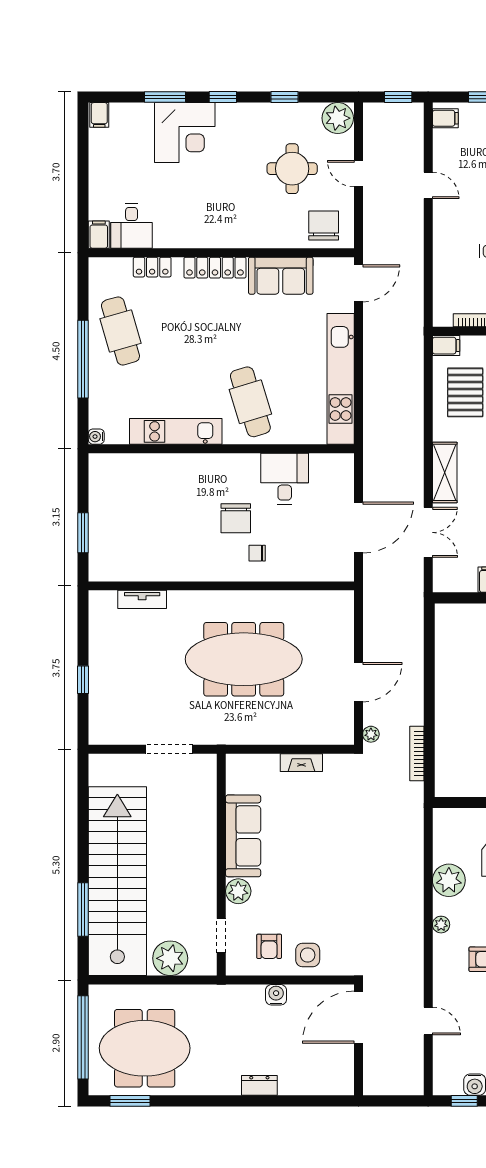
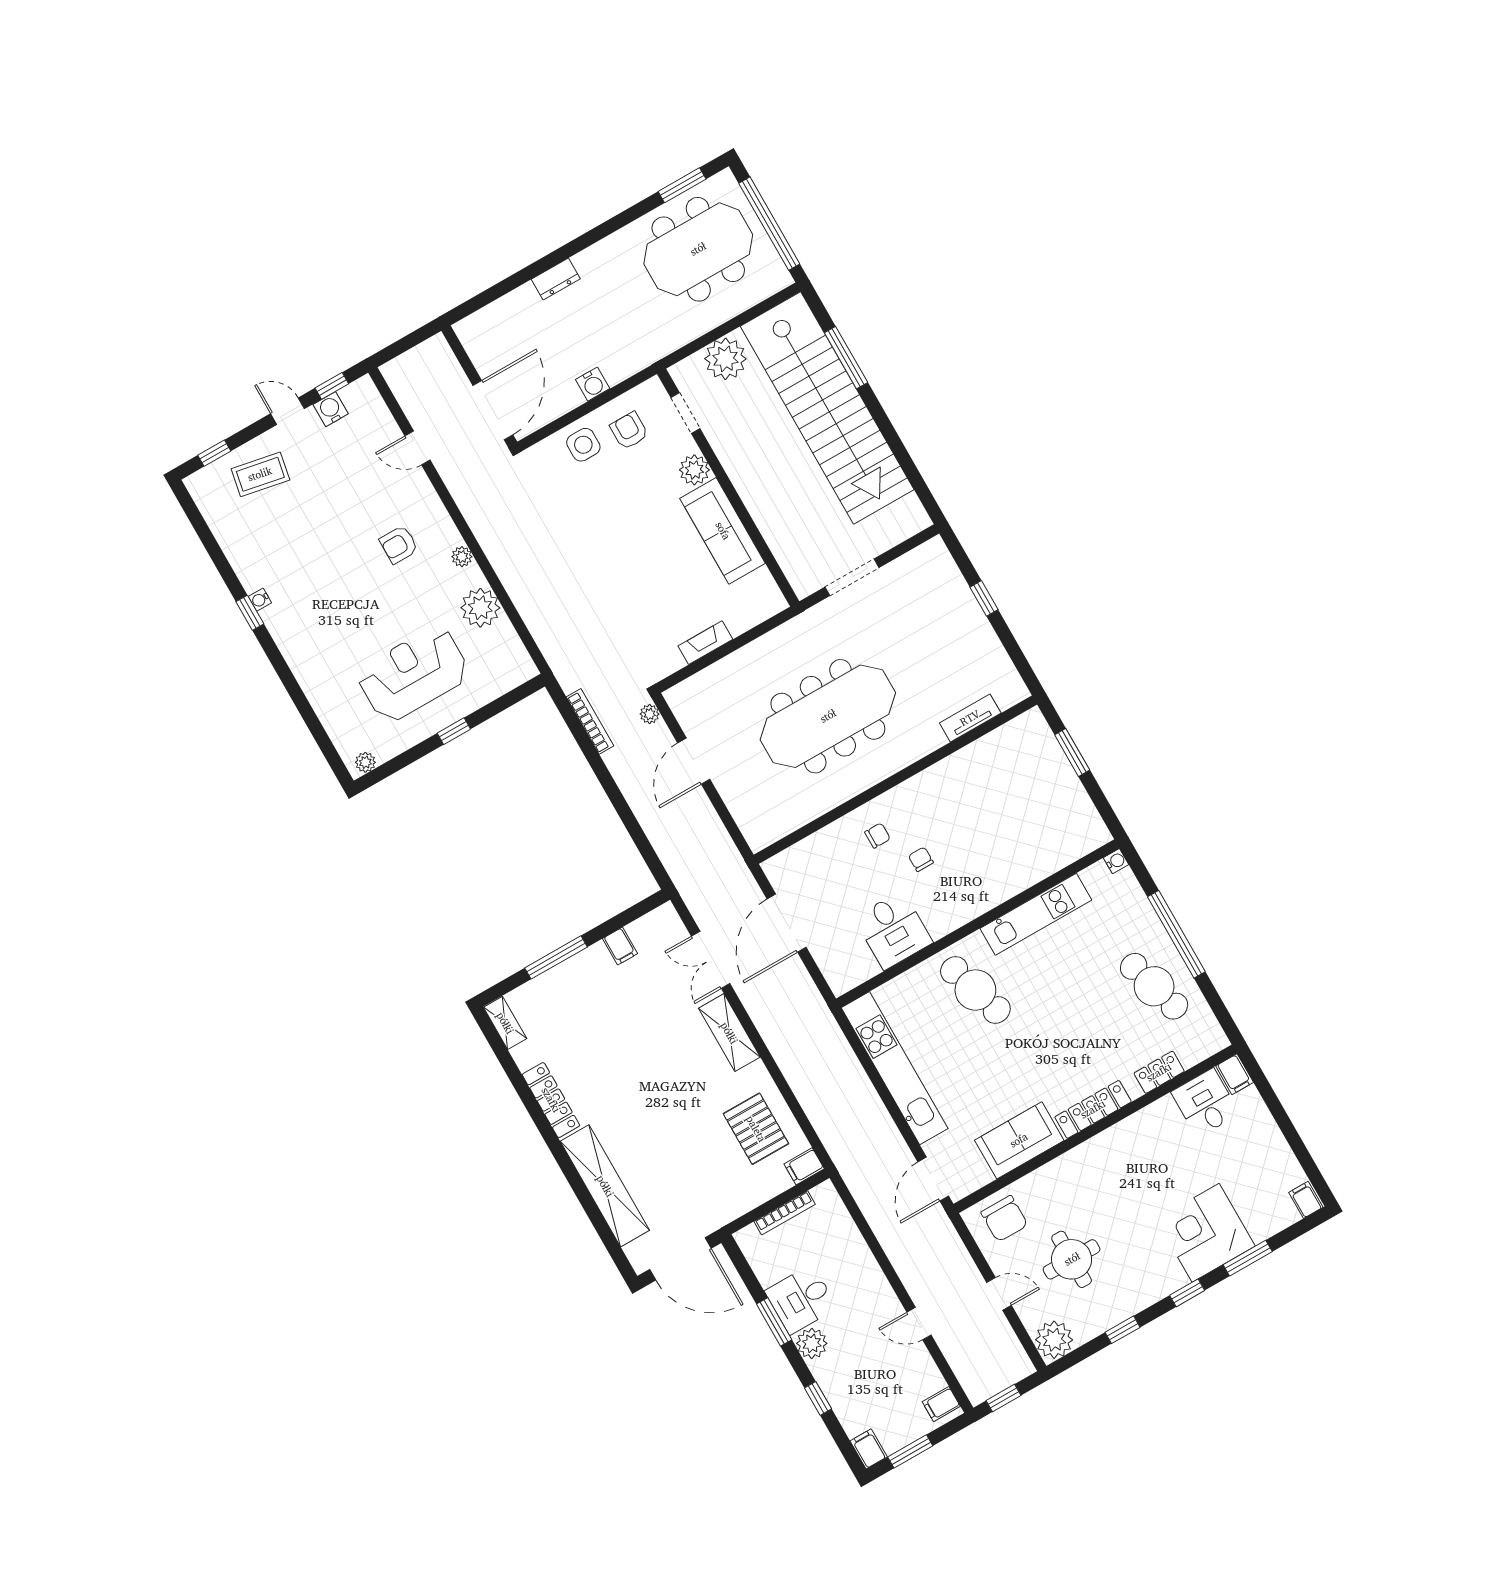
chair: (236, 518) -> (921, 859), width x0.54, depth x0.54

